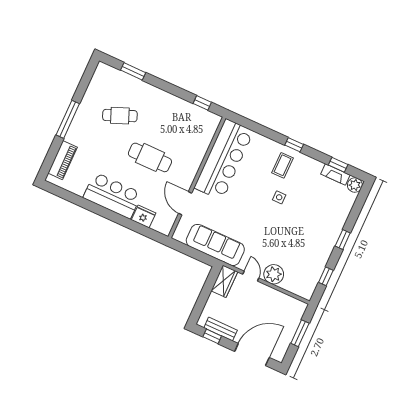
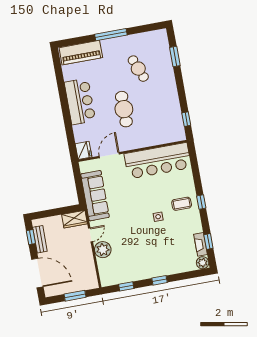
piano: (63, 160) -> (81, 53), width x1.37, depth x1.33
fridge: (144, 216) -> (84, 150), moved

